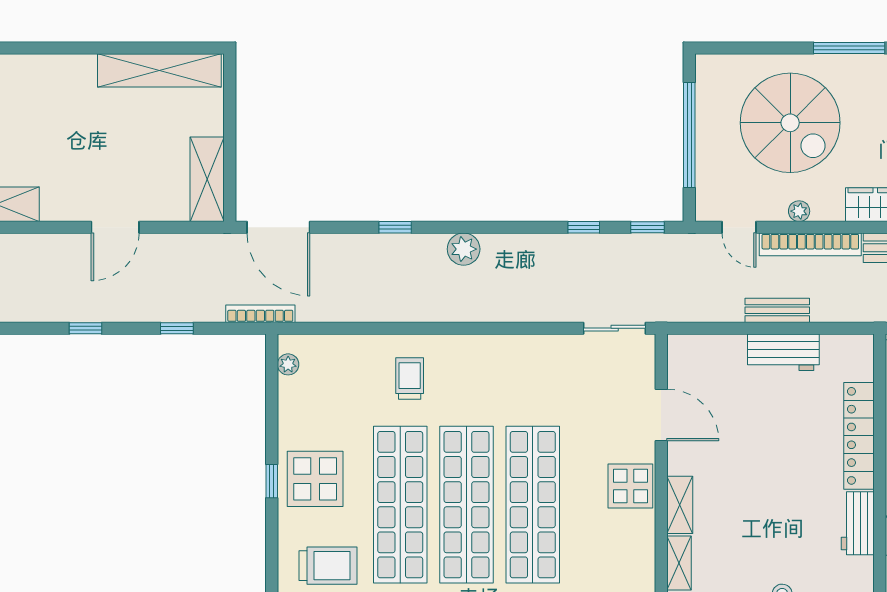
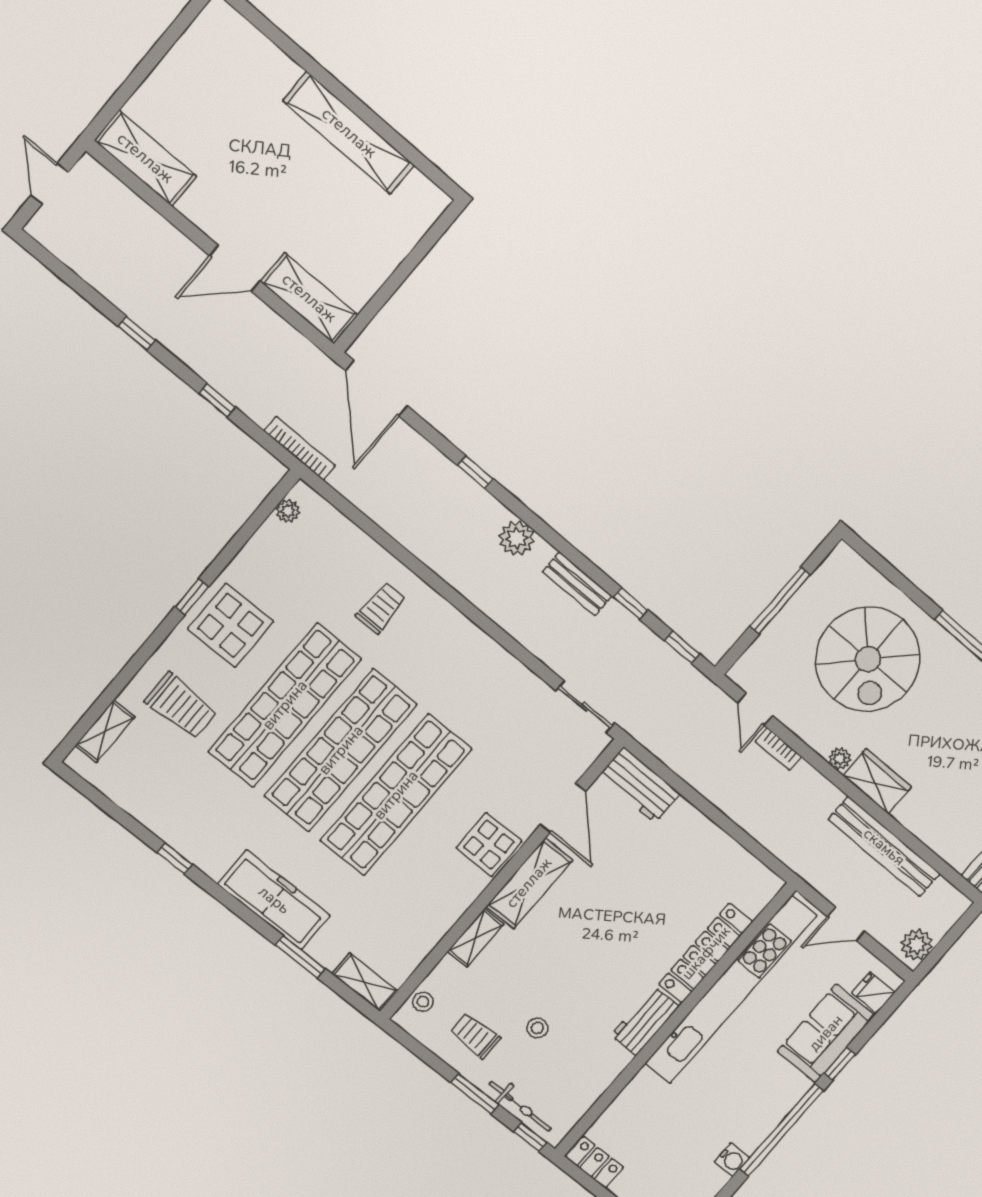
shelving: (159, 70) -> (349, 133), moved
window: (689, 135) -> (780, 601), width x0.68
shelving: (207, 179) -> (309, 298), moved, turned 90
plant: (799, 211) -> (840, 759), moved
bookcase: (810, 244) -> (778, 749), width x0.43, depth x0.76
bench: (777, 310) -> (577, 584), moved
workbench: (783, 352) -> (639, 785), moved
shelving: (680, 505) -> (529, 883), width x1.50, depth x1.33

